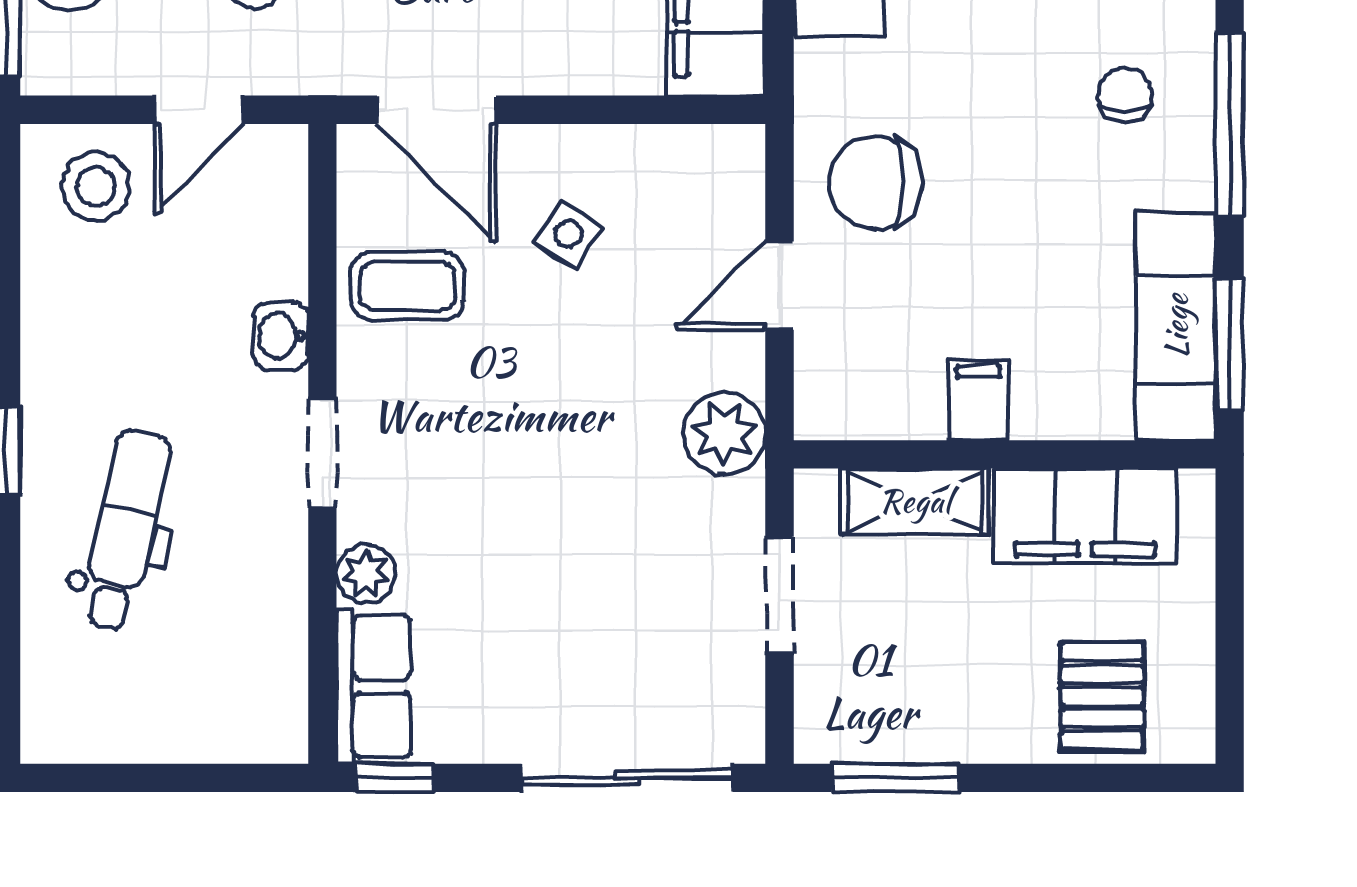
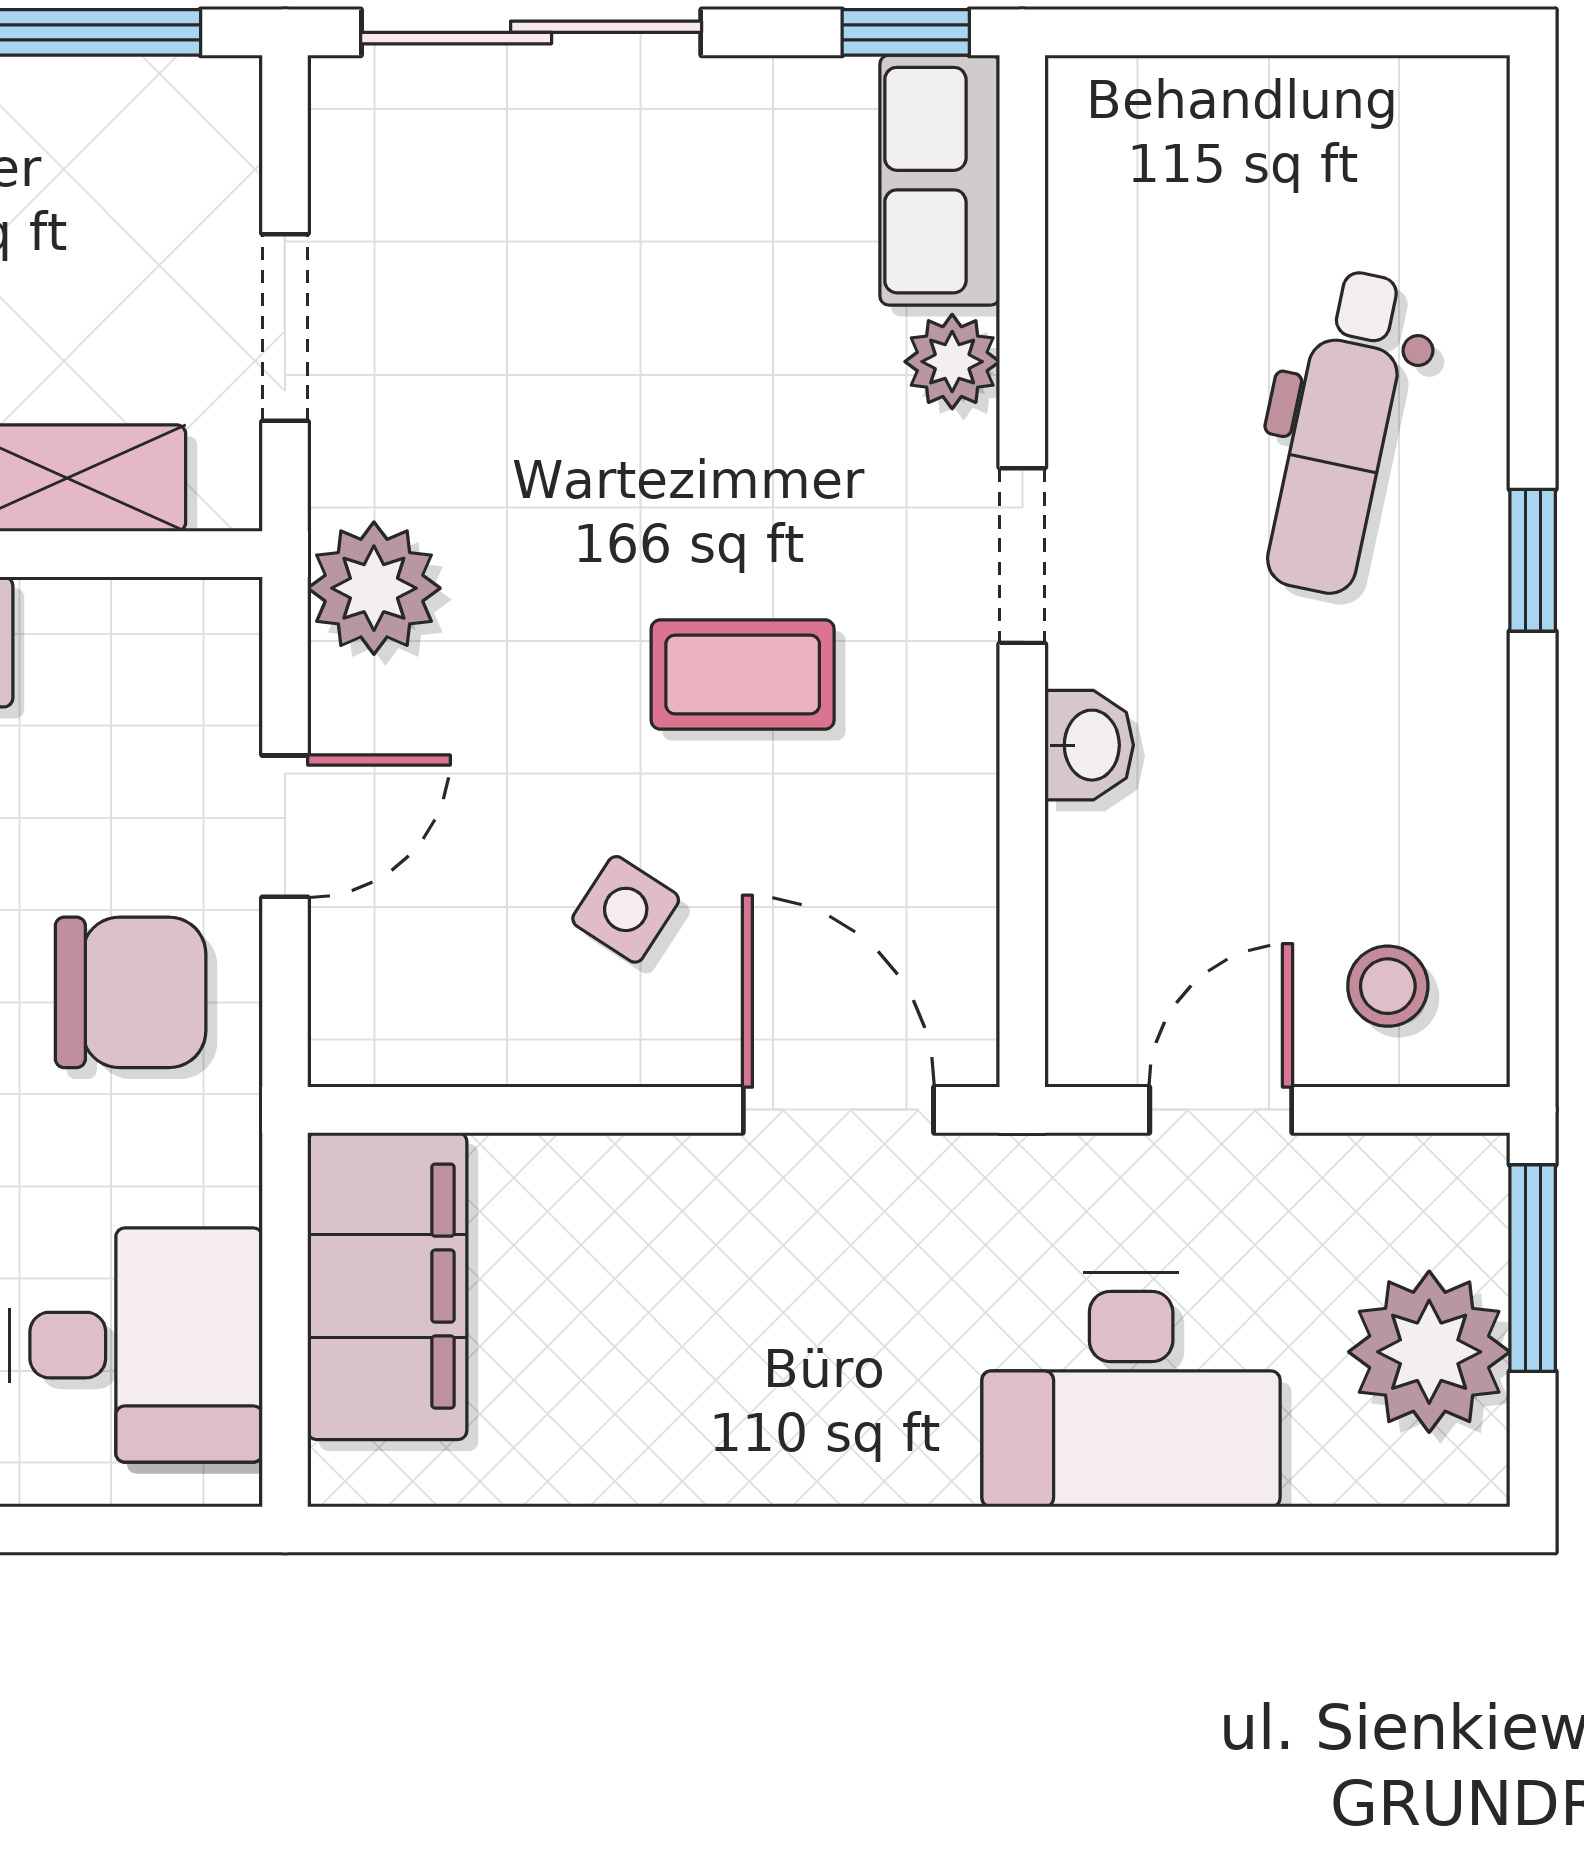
stool: (96, 186) -> (1388, 986), width x0.73, depth x0.73
coffee table: (407, 286) -> (743, 674), moved

